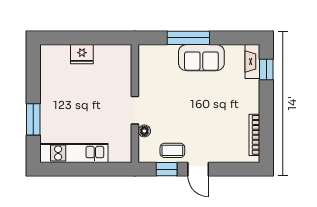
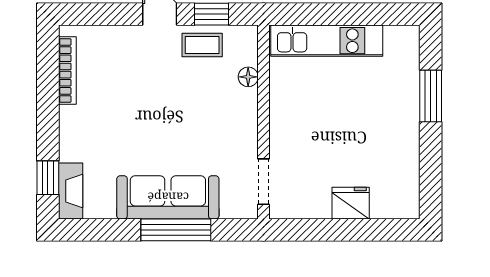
sofa: (201, 58) -> (168, 197), width x1.36
doorway: (135, 110) -> (264, 182), moved
kitchen unit: (74, 153) -> (327, 41), moved

